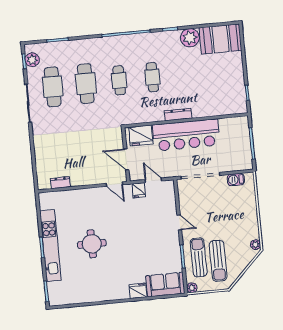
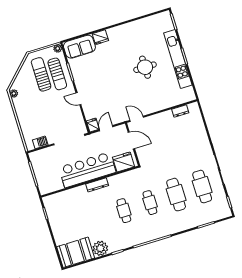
plant: (32, 60) -> (223, 205), removed
door: (153, 180) -> (106, 128), swing flipped
fridge: (139, 190) -> (93, 125), moved

